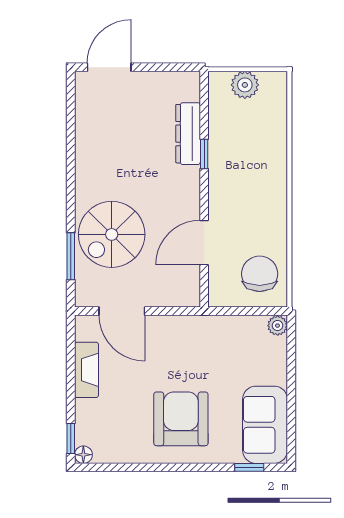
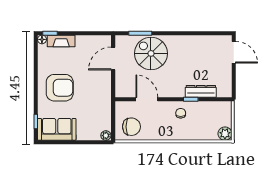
plant: (245, 85) -> (225, 134), moved
chair: (232, 174) -> (181, 113), added
fireplace: (87, 370) -> (61, 41), moved

